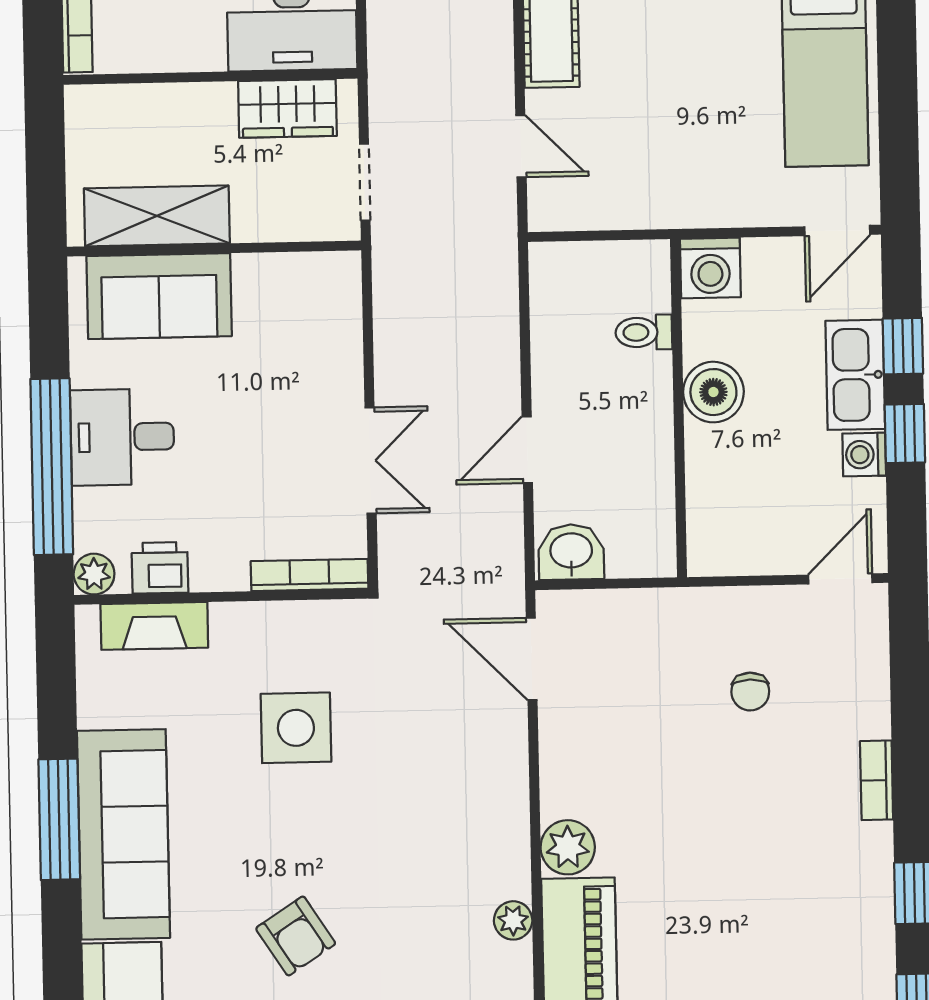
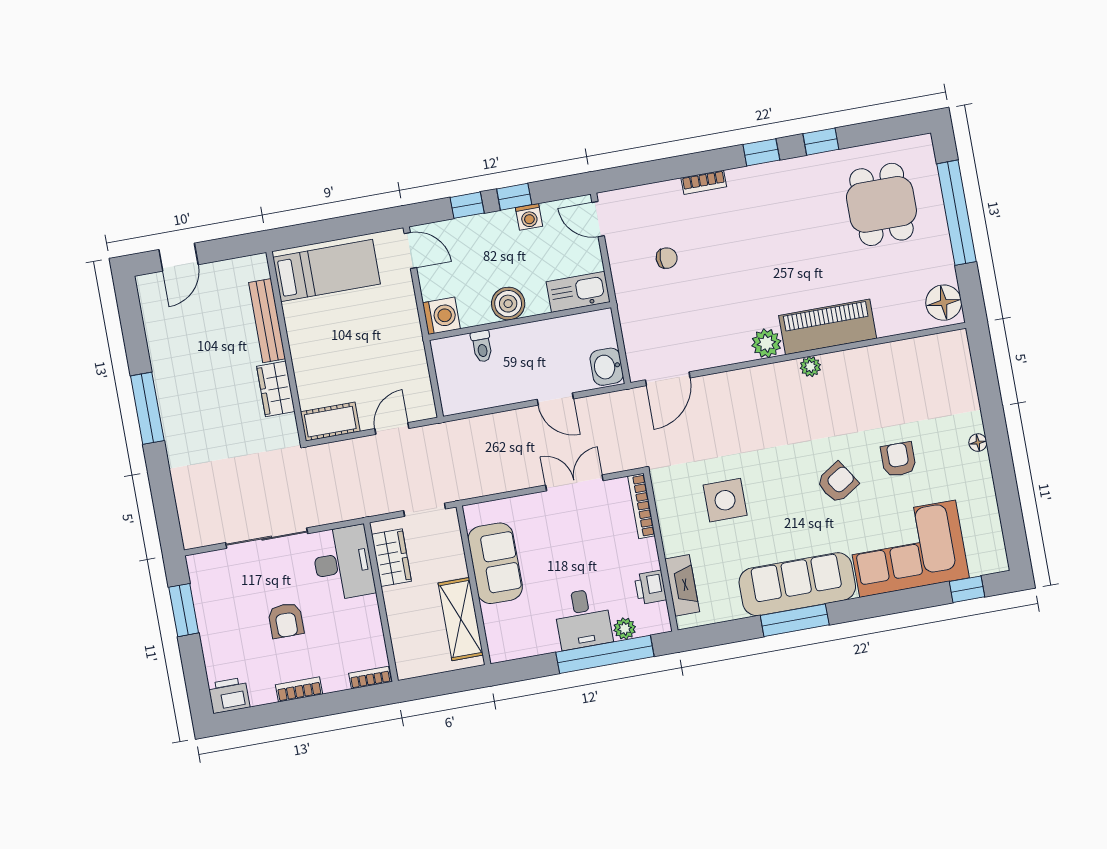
sofa: (159, 296) -> (495, 563), moved
kitchen sink: (855, 375) -> (578, 292), moved, turned 180
plant: (94, 574) -> (625, 629), moved

